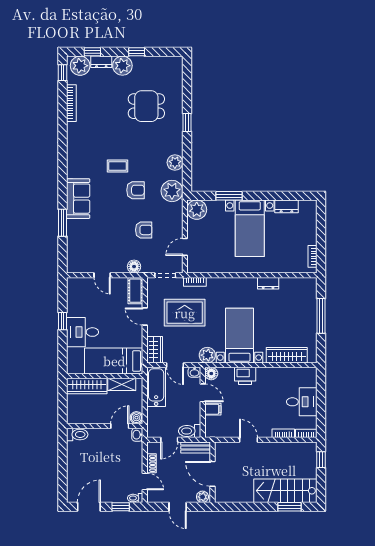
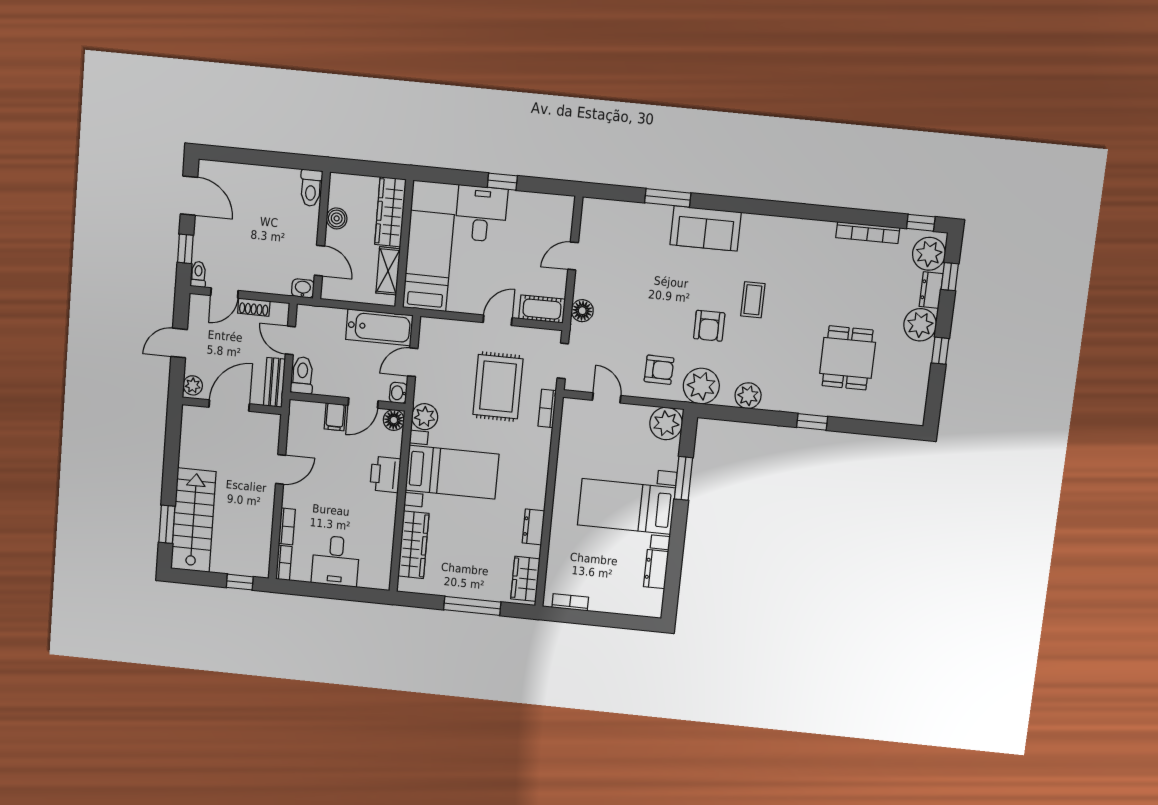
armchair: (144, 230) -> (659, 370), moved, turned -89
wardrobe: (155, 350) -> (525, 579), moved, turned 90
boiler: (136, 418) -> (337, 218), moved

